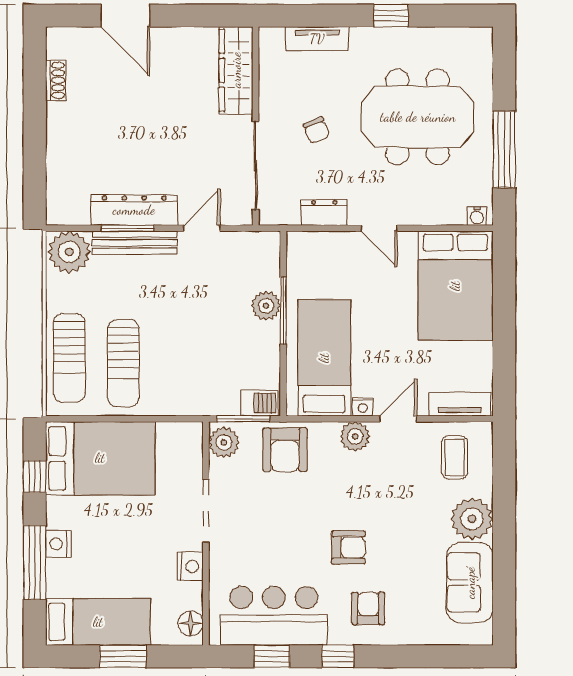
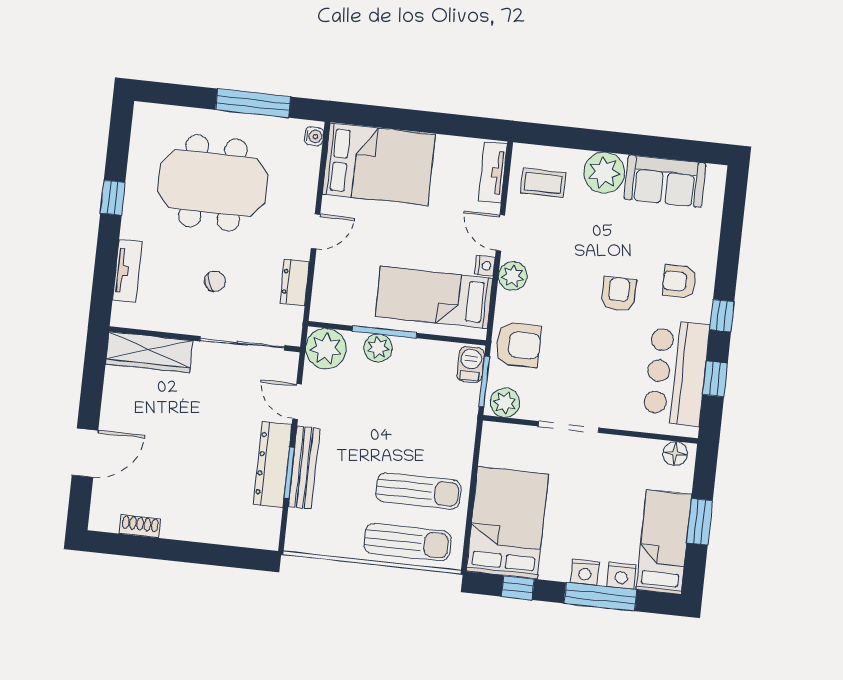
meeting table: (418, 117) -> (213, 183), turned 90
plant: (69, 252) -> (326, 349), moved
nightstand: (190, 567) -> (621, 576), moved, turned 180

